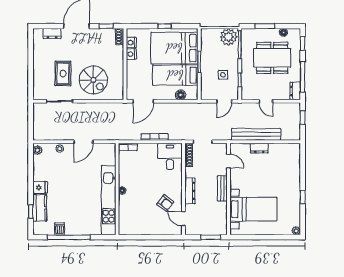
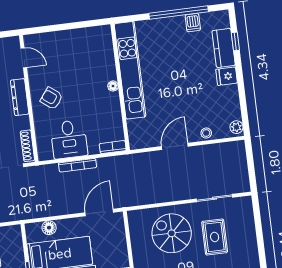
desk: (170, 156) -> (69, 139), moved
armchair: (165, 203) -> (52, 98), moved

